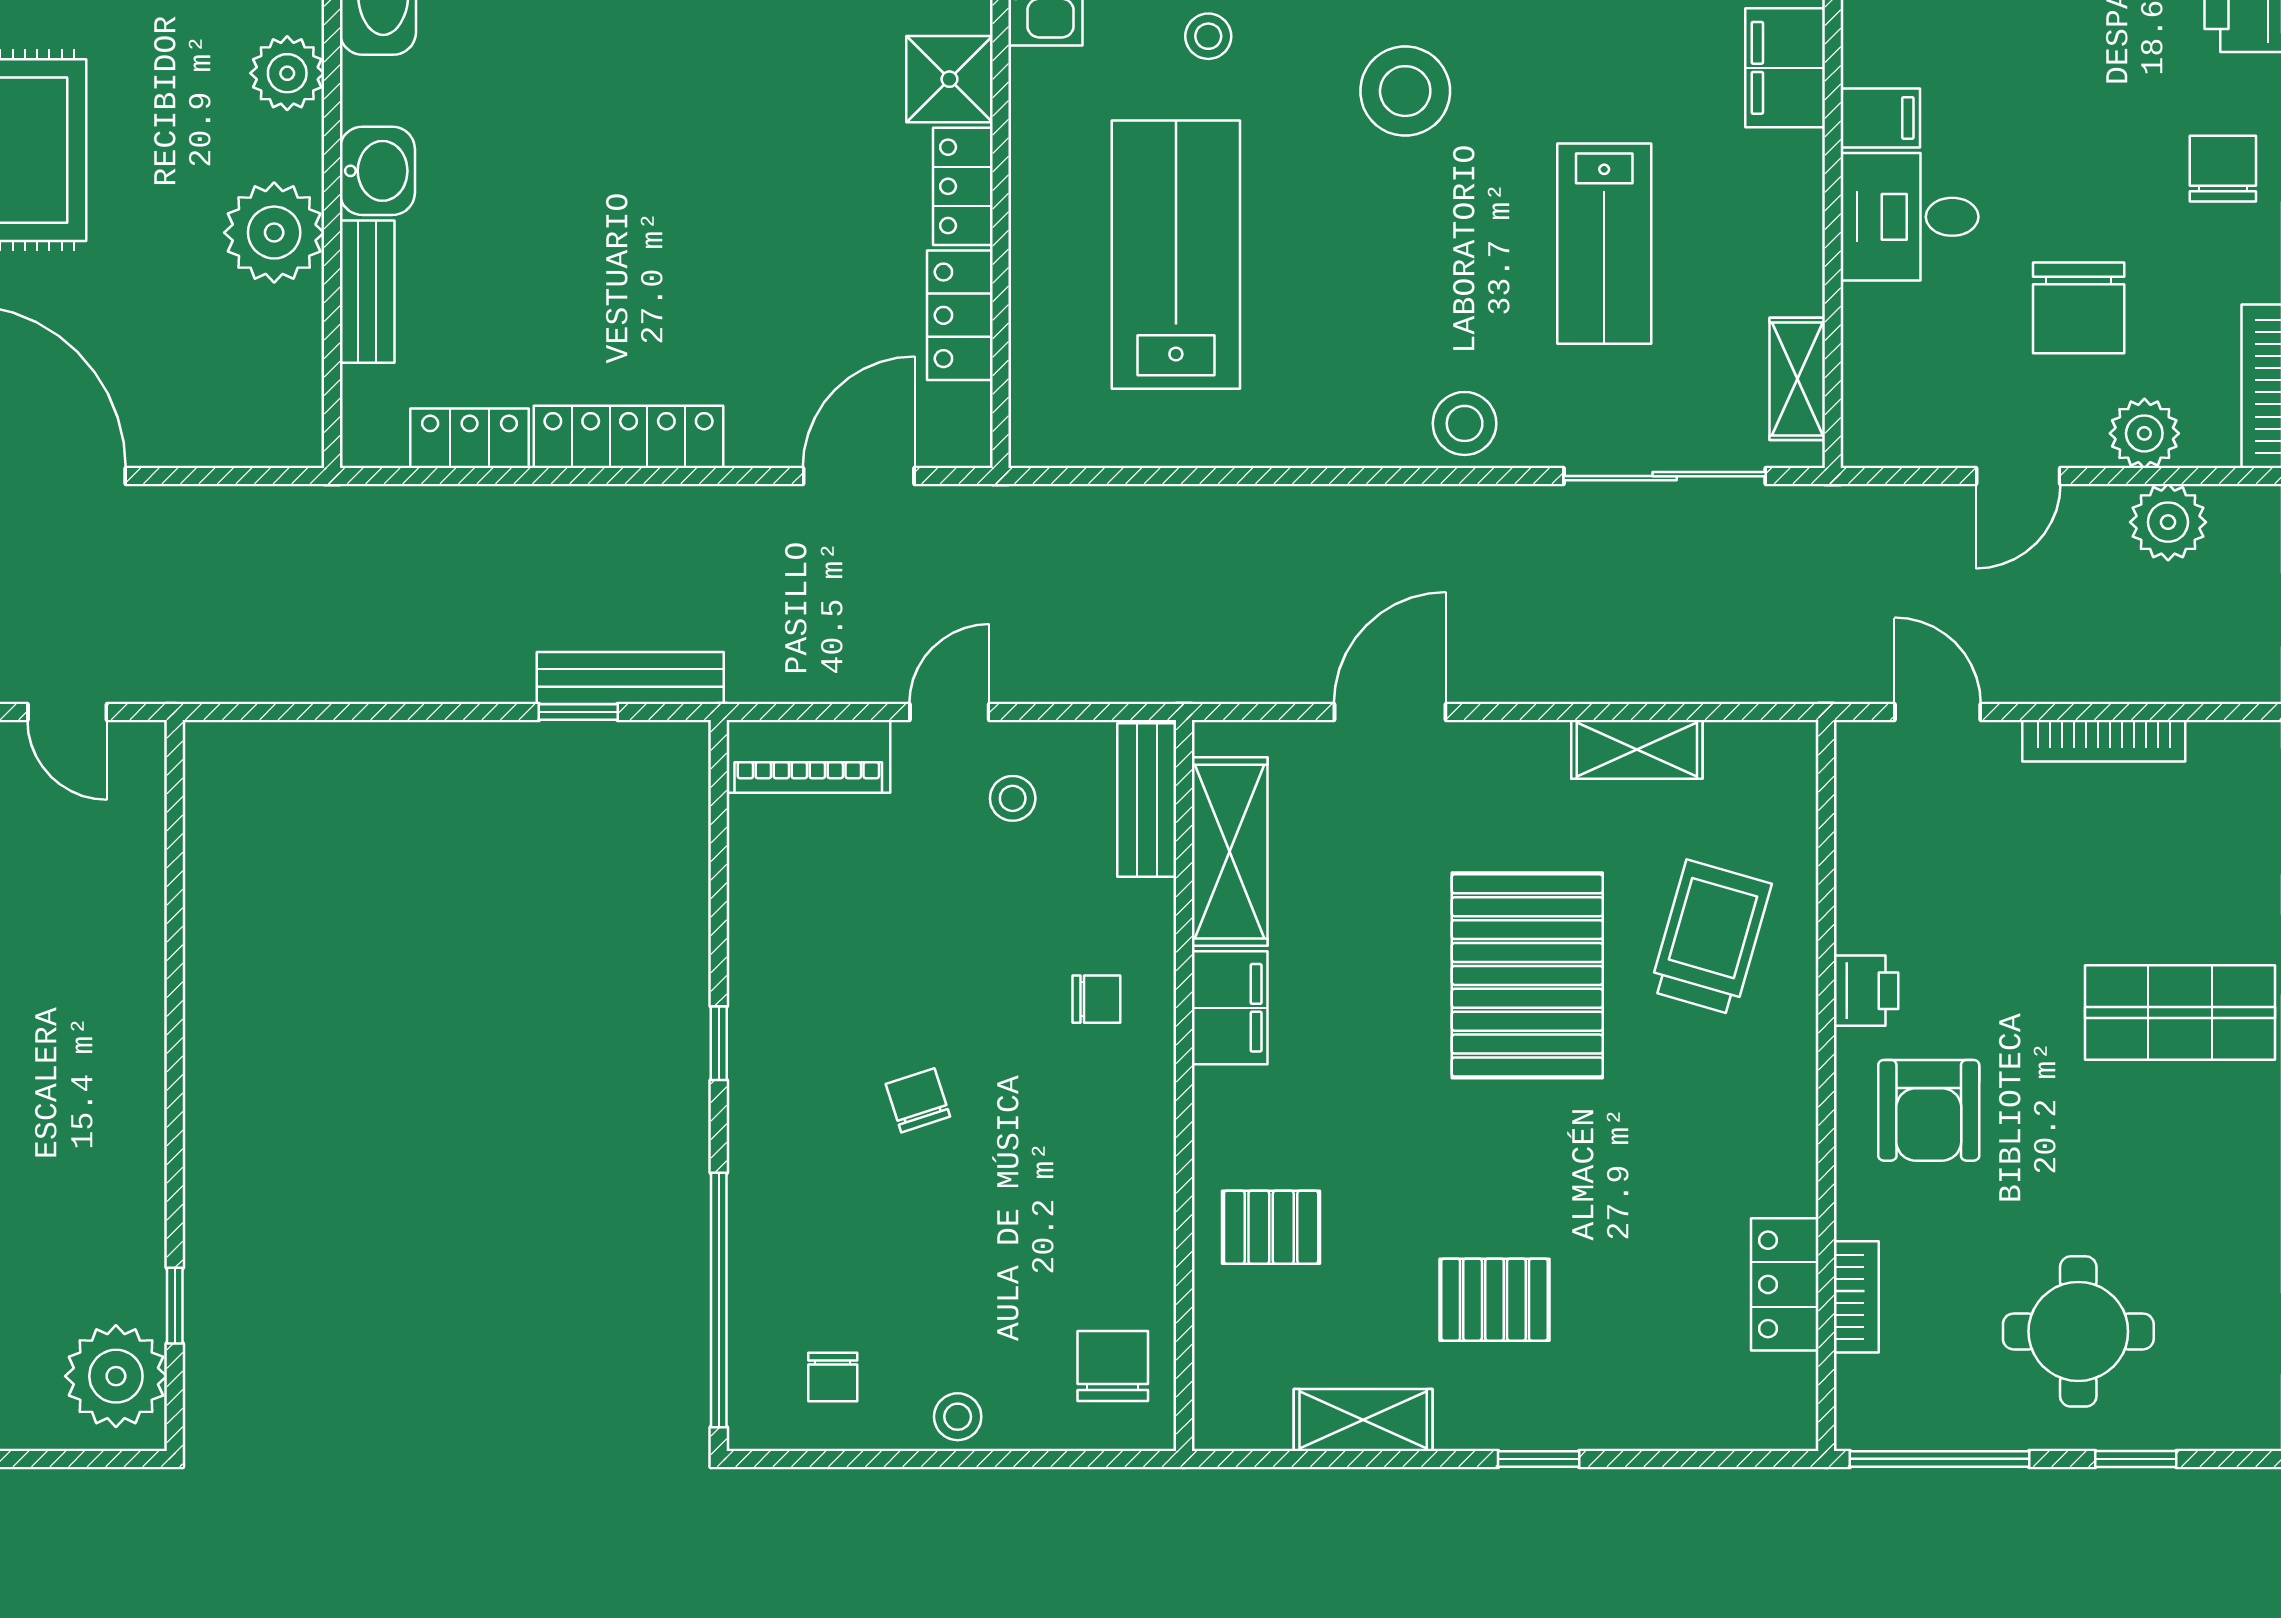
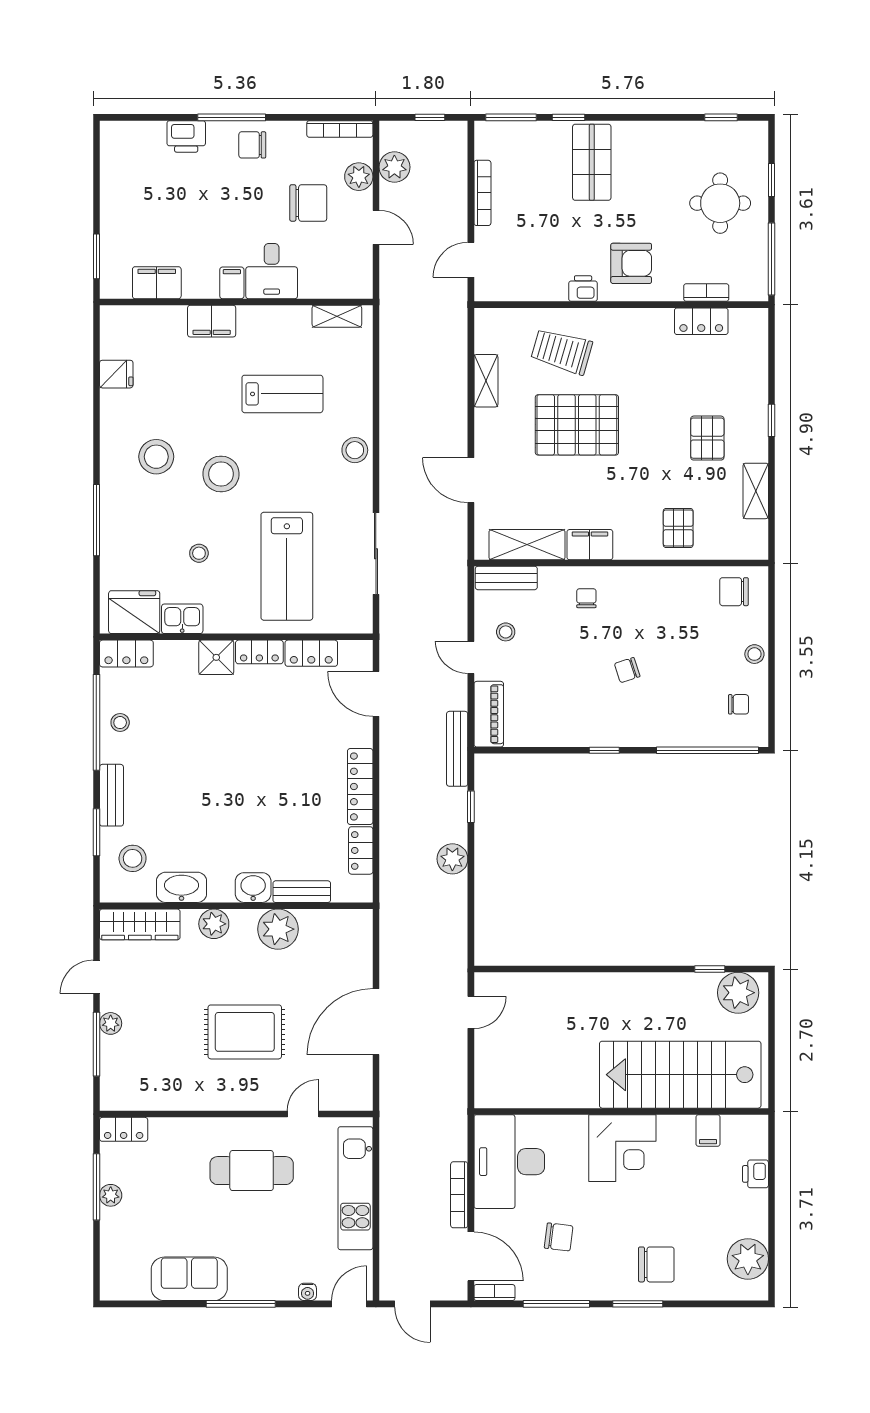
lab bench: (1176, 255) -> (287, 566), turned -90
sliding door: (1665, 476) -> (376, 554), moved
plant: (449, 666) -> (452, 859), added
bench: (630, 678) -> (457, 749), moved

